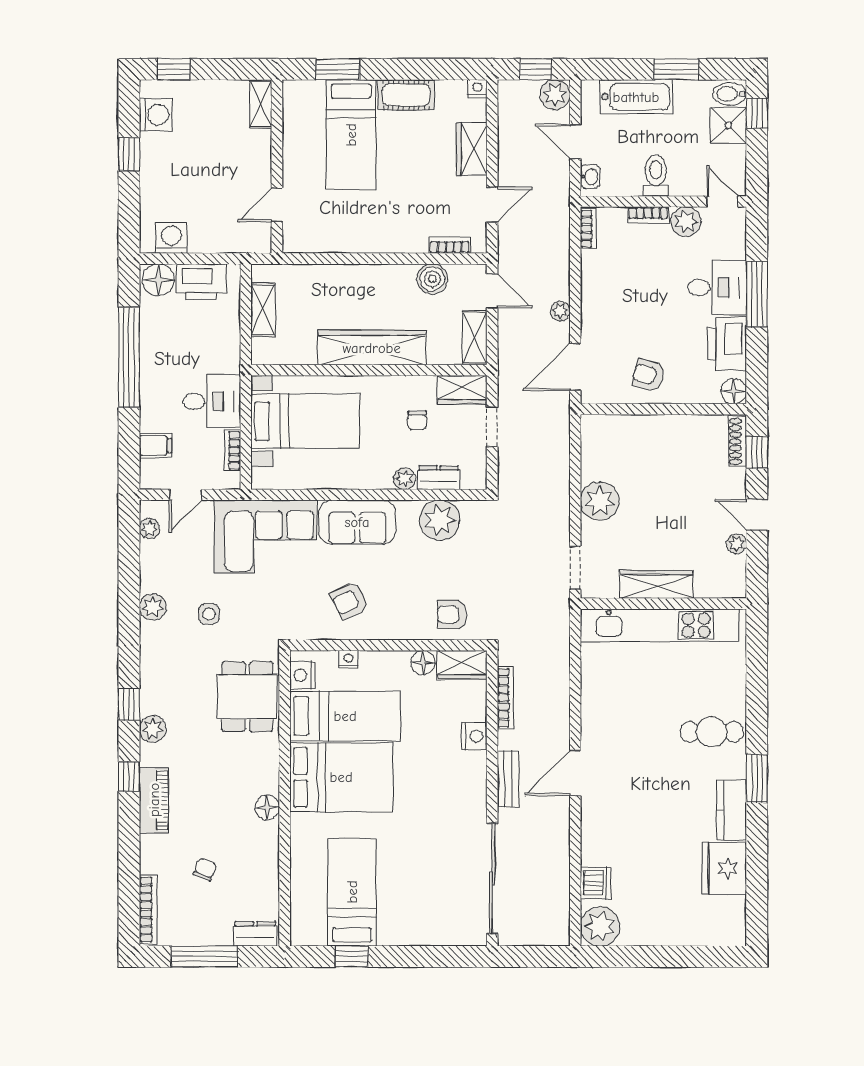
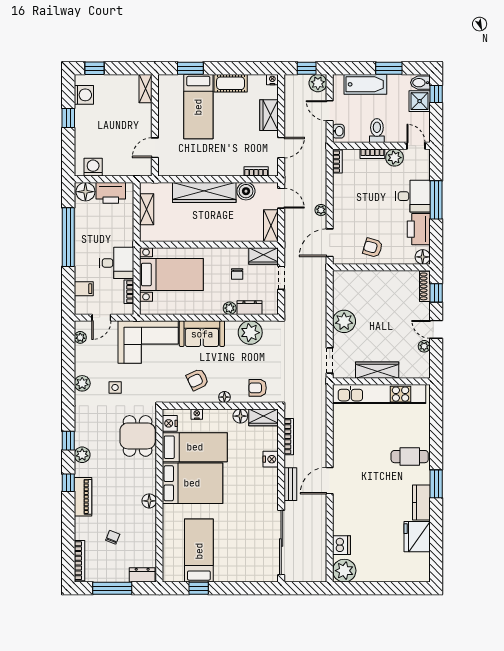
wardrobe: (372, 348) -> (204, 193), moved, turned 180
floor lamp: (396, 630) -> (224, 397), added

